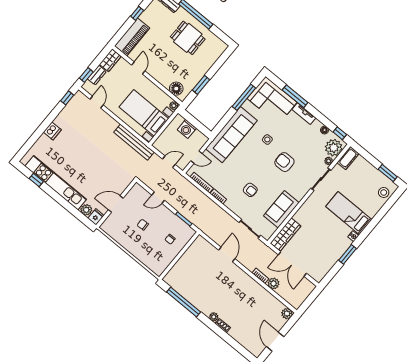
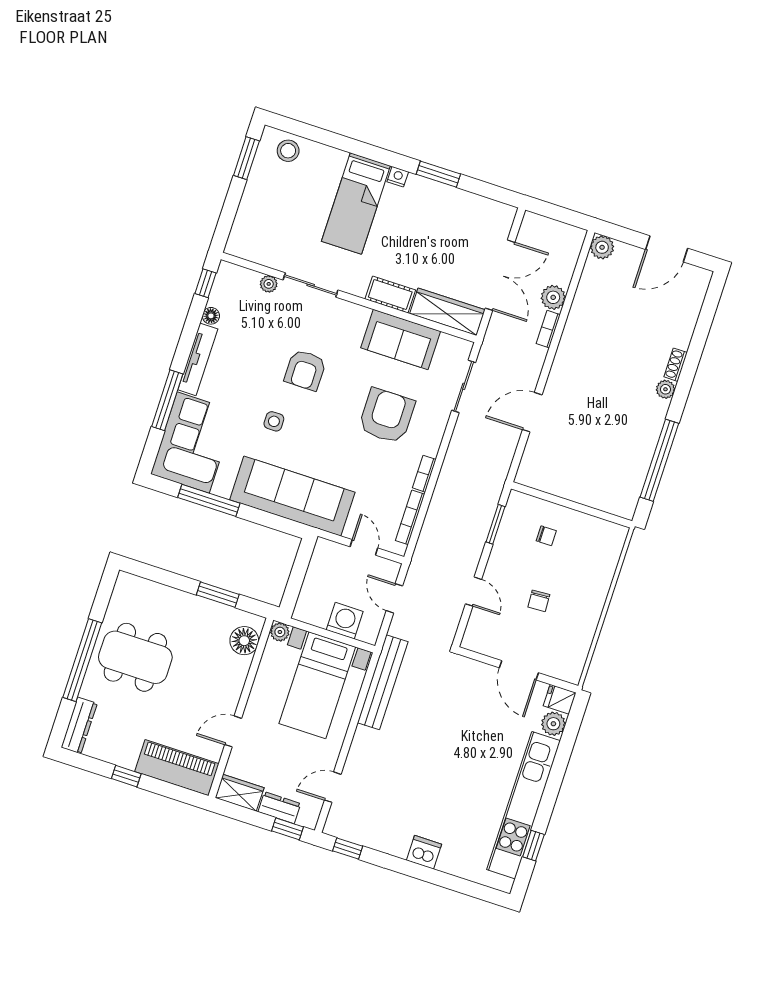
dining table: (188, 38) -> (135, 657), width x1.38
tv unit: (304, 114) -> (198, 359), width x1.41
washing machine: (187, 129) -> (345, 621), moved, turned -90
plant: (334, 148) -> (239, 284), removed
cot: (348, 158) -> (390, 294), moved
armchair: (250, 190) -> (387, 416), width x1.88, depth x1.88

